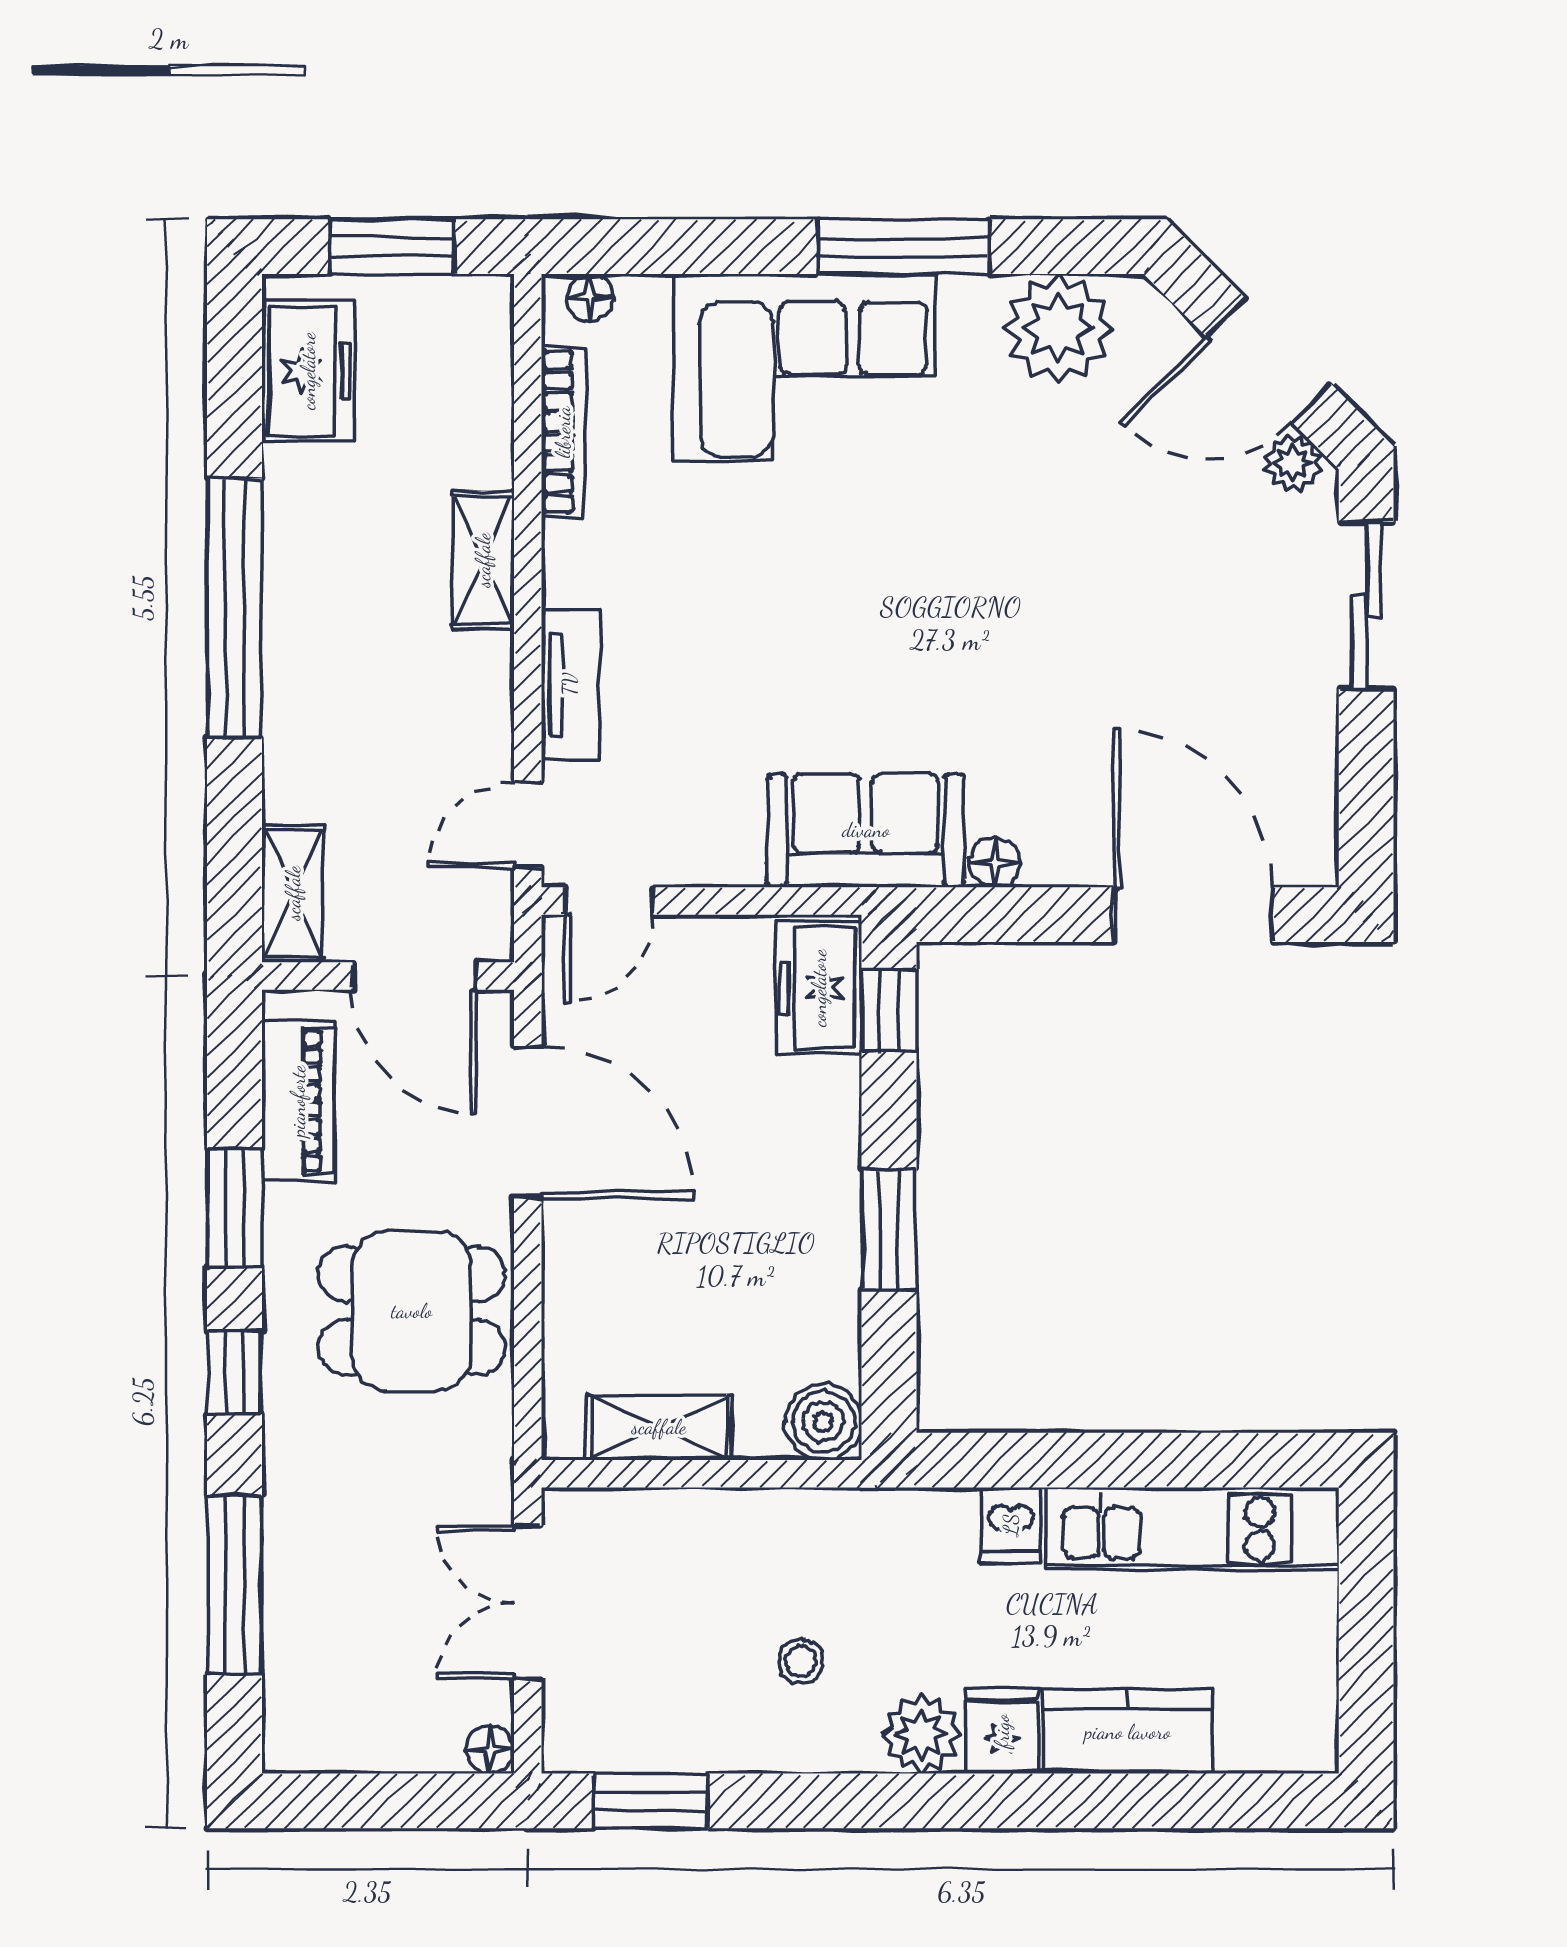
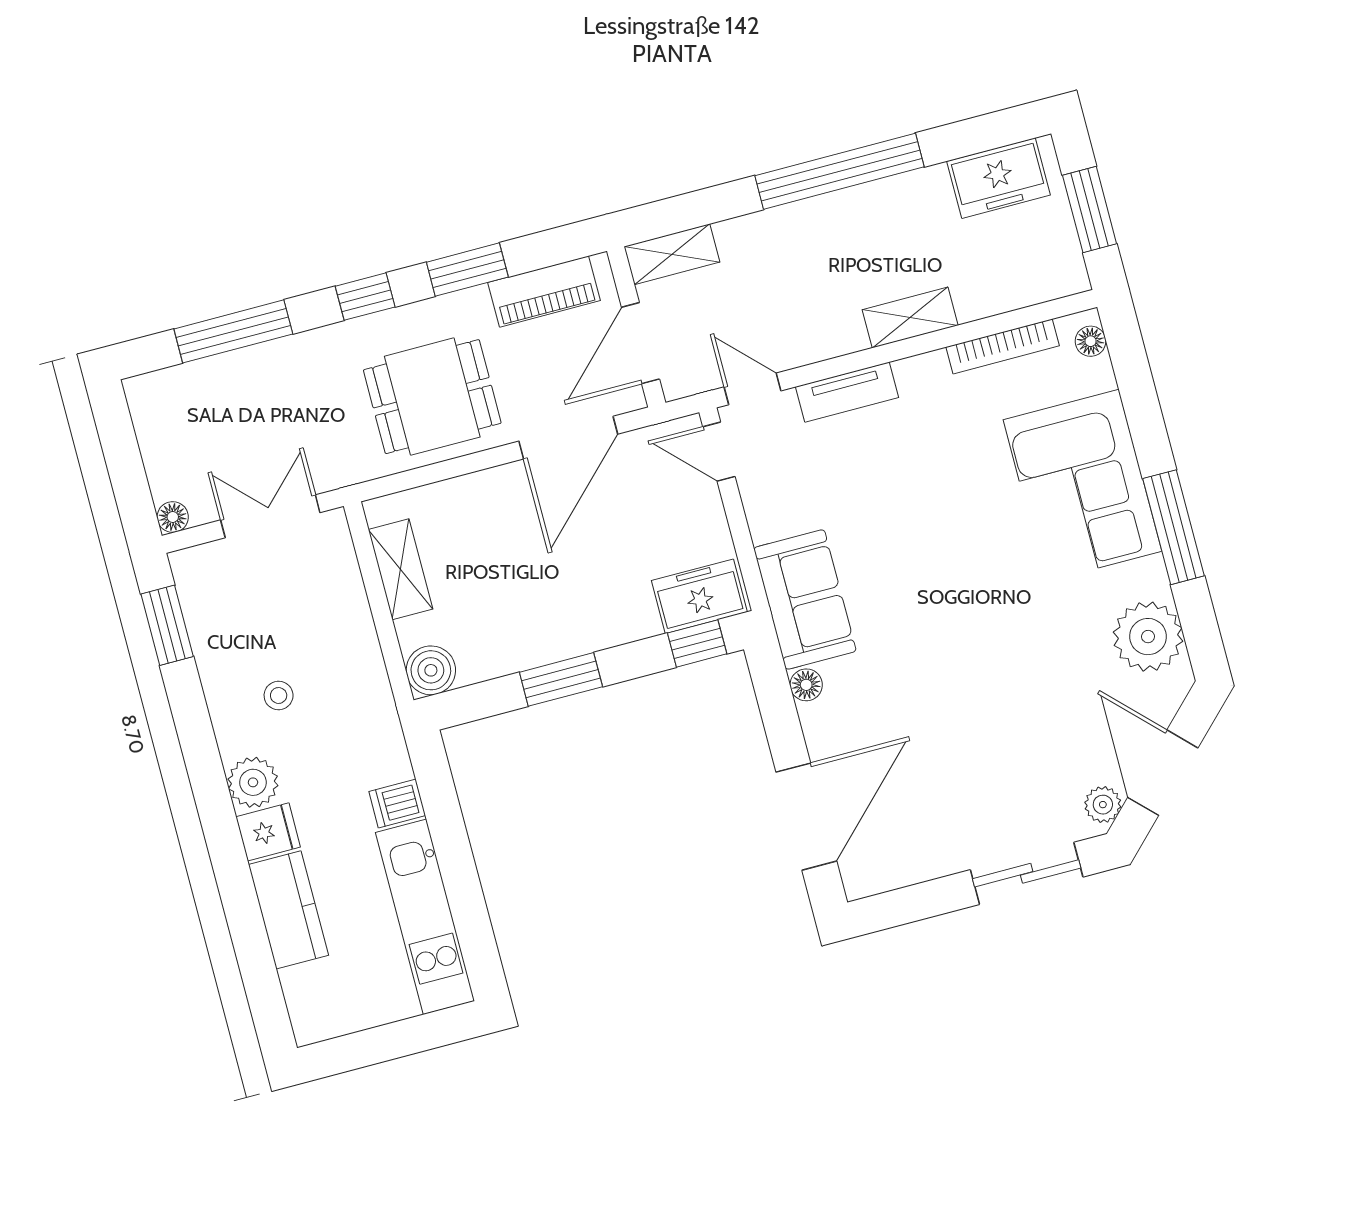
dining table: (412, 1311) -> (432, 397), turned 90

